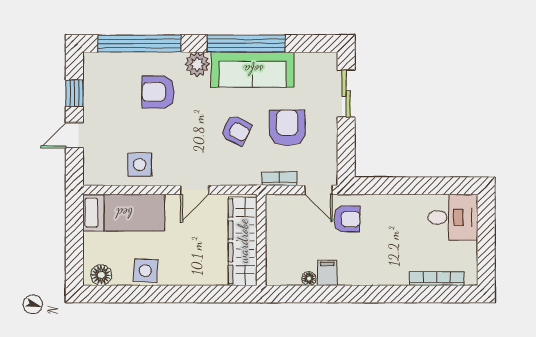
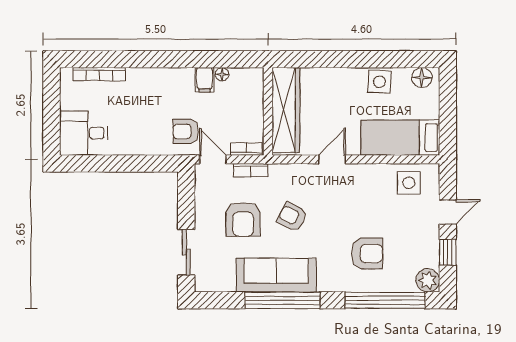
plant: (197, 64) -> (428, 280), moved
side table: (140, 165) -> (409, 183), moved
bookcase: (284, 201) -> (246, 149), added

